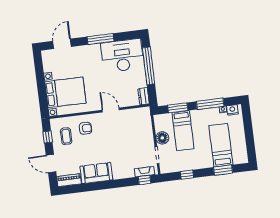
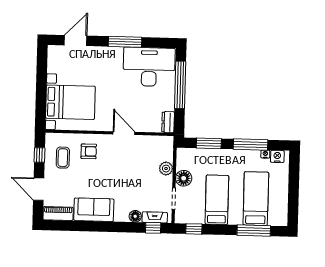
bed: (183, 131) -> (217, 200), moved, turned 180
plant: (148, 132) -> (166, 169), added
window: (223, 170) -> (254, 230), width x1.44
floor lamp: (129, 173) -> (135, 216), added
window: (187, 175) -> (194, 229), moved

